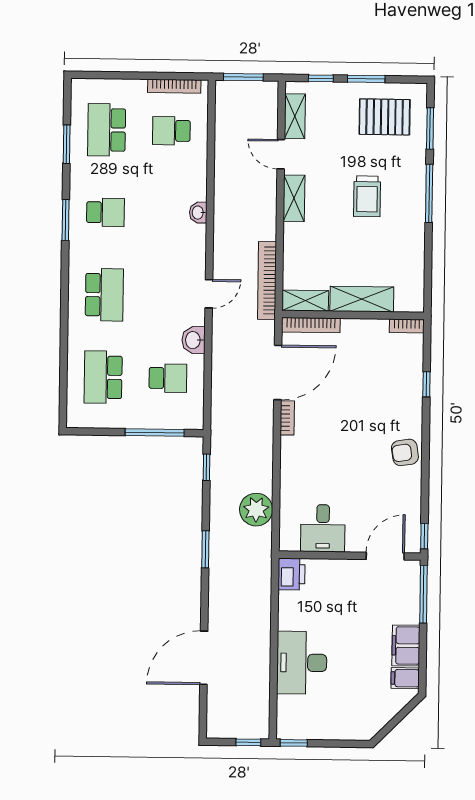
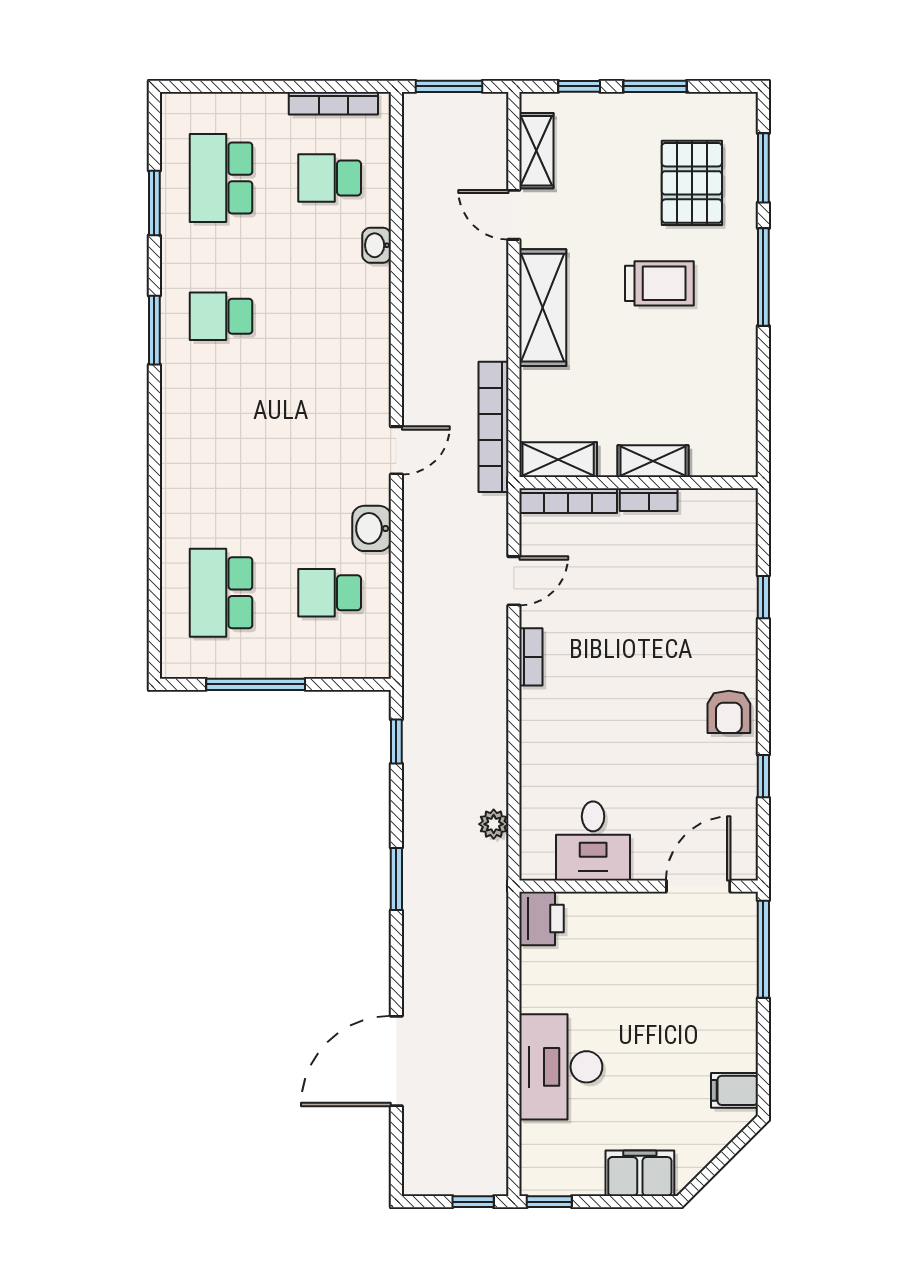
pallet: (385, 117) -> (692, 183), moved, turned 90
trolley: (367, 196) -> (659, 283), turned -90
shelving: (294, 198) -> (543, 308), width x1.50, depth x1.33
school desk: (105, 212) -> (221, 316), turned 180
washbasin: (198, 213) -> (377, 245), moved
school desk: (104, 295) -> (221, 455), removed
shelving: (362, 299) -> (653, 461), width x0.67, depth x0.75
bookcase: (407, 326) -> (649, 500), moved
door: (278, 372) -> (514, 581), width x0.53
school desk: (168, 378) -> (330, 593), turned 180
window: (155, 433) -> (256, 684), moved
armchair: (405, 452) -> (729, 712), turned -81
plant: (256, 510) -> (494, 824), width x0.53, depth x0.53
window: (424, 536) -> (763, 776), moved
filing cabinet: (406, 646) -> (640, 1173), moved, turned 90

